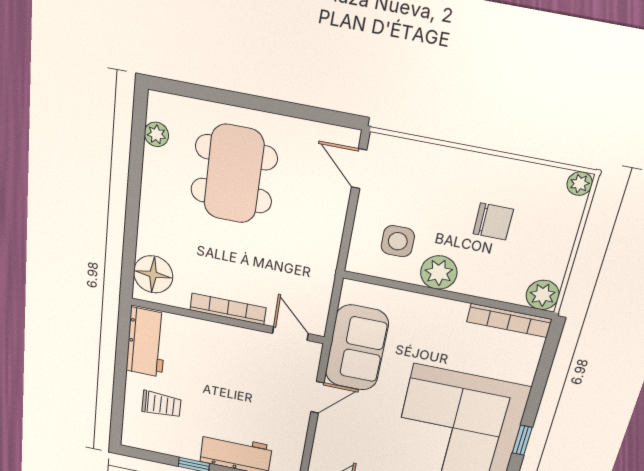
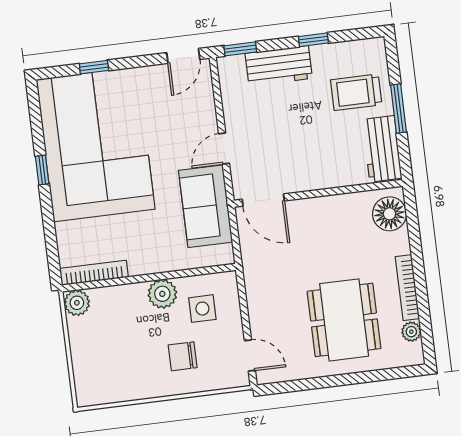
plant: (580, 184) -> (85, 397), removed
chair: (493, 221) -> (183, 356), moved
bookcase: (228, 309) -> (407, 288), moved, turned 90
door: (290, 334) -> (263, 200), width x1.38
window: (120, 375) -> (398, 109), added
trolley: (161, 404) -> (356, 92), width x1.36, depth x1.39

